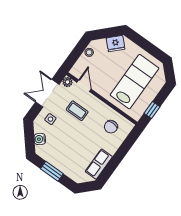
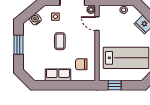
door: (84, 86) -> (97, 24), swing flipped
coffee table: (77, 111) -> (60, 41), moved
row of seats: (99, 164) -> (58, 75), moved

